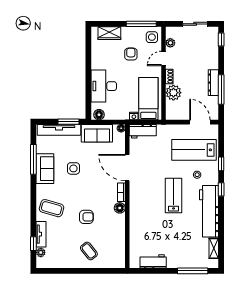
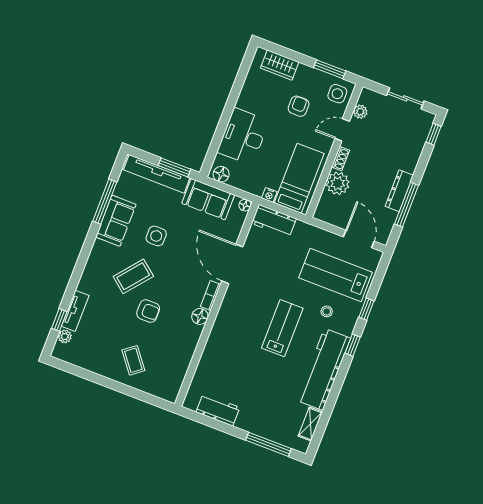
window: (141, 24) -> (330, 69), width x0.69
coffee table: (52, 208) -> (133, 276), moved, turned -67

